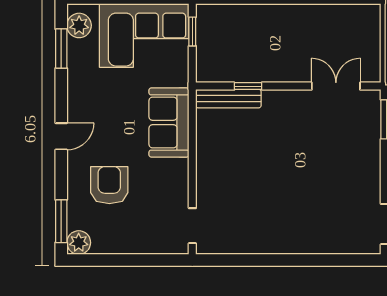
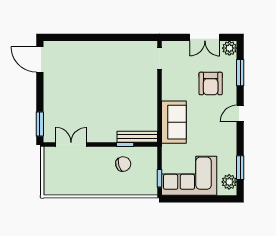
chair: (251, 54) -> (123, 164), added
double door: (336, 86) -> (71, 145), swing flipped
window: (61, 221) -> (240, 73), moved
double door: (119, 260) -> (205, 37), added

